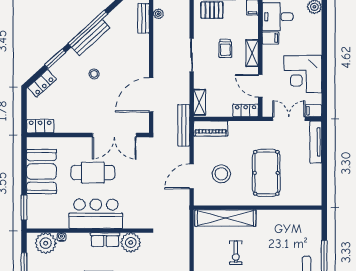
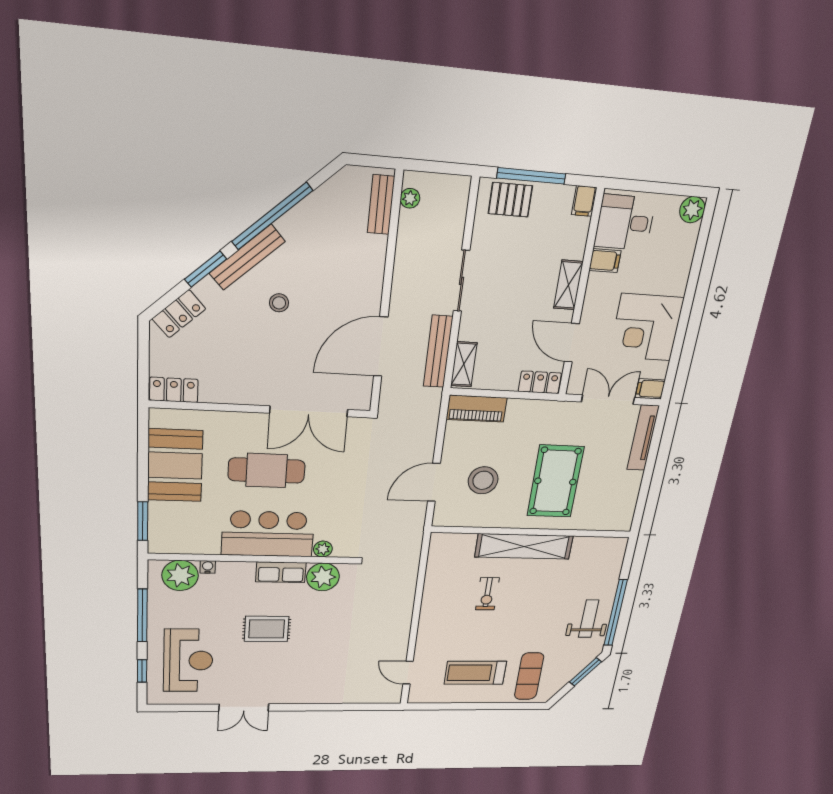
bench: (91, 38) -> (247, 257), moved
trolley: (225, 48) -> (523, 273), removed
bench: (184, 125) -> (438, 352), moved
shelving: (225, 218) -> (524, 546), moved
plant: (129, 223) -> (323, 549), added

